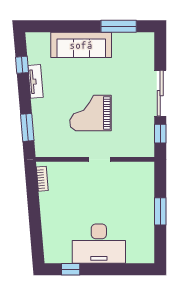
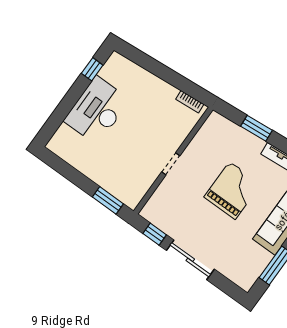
grand piano: (90, 113) -> (232, 190), moved
window: (27, 127) -> (256, 128), moved
window: (160, 211) -> (108, 200), moved

